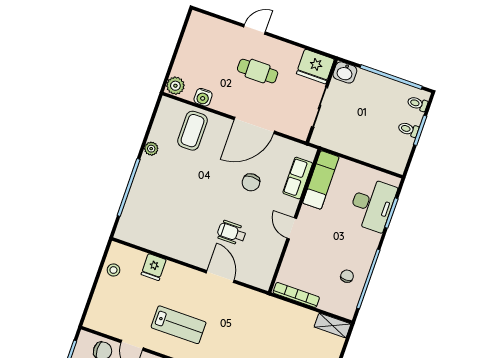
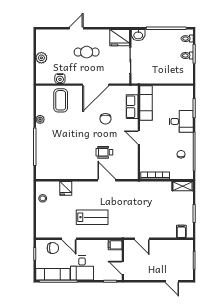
plant: (175, 86) -> (41, 58), moved
desk: (372, 205) -> (181, 121), moved, width x0.73

